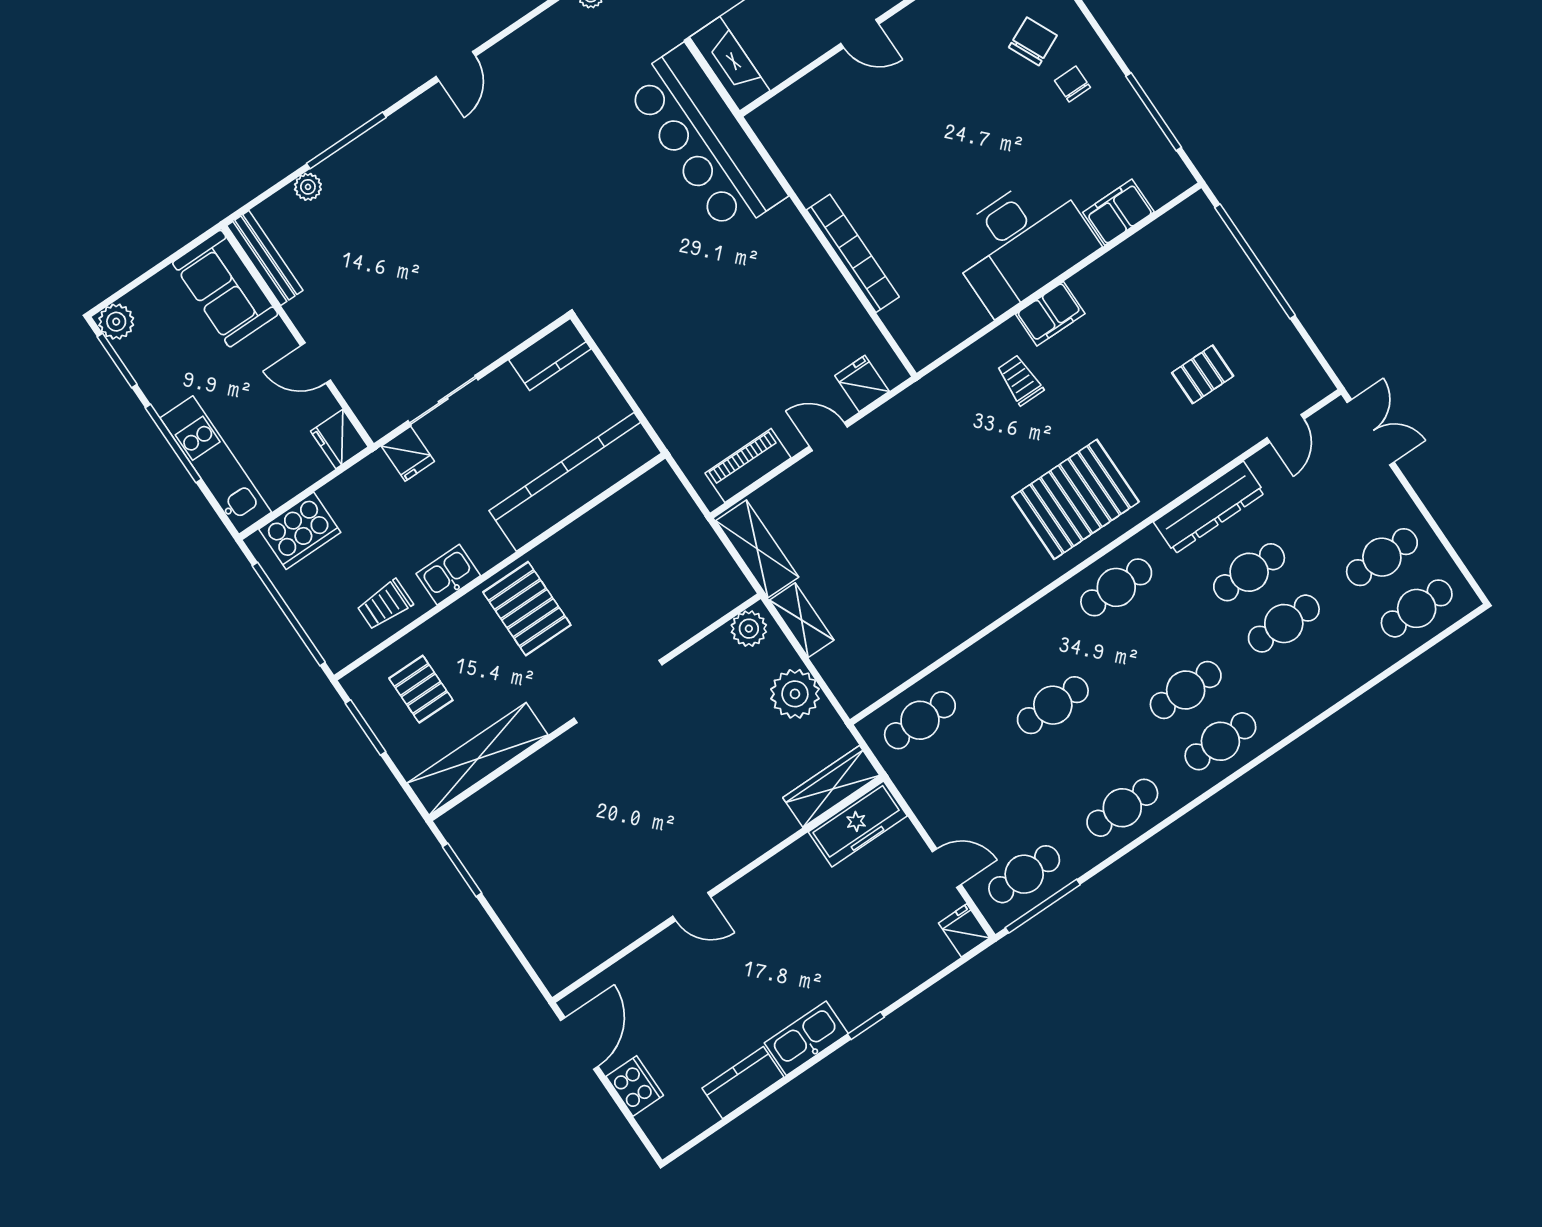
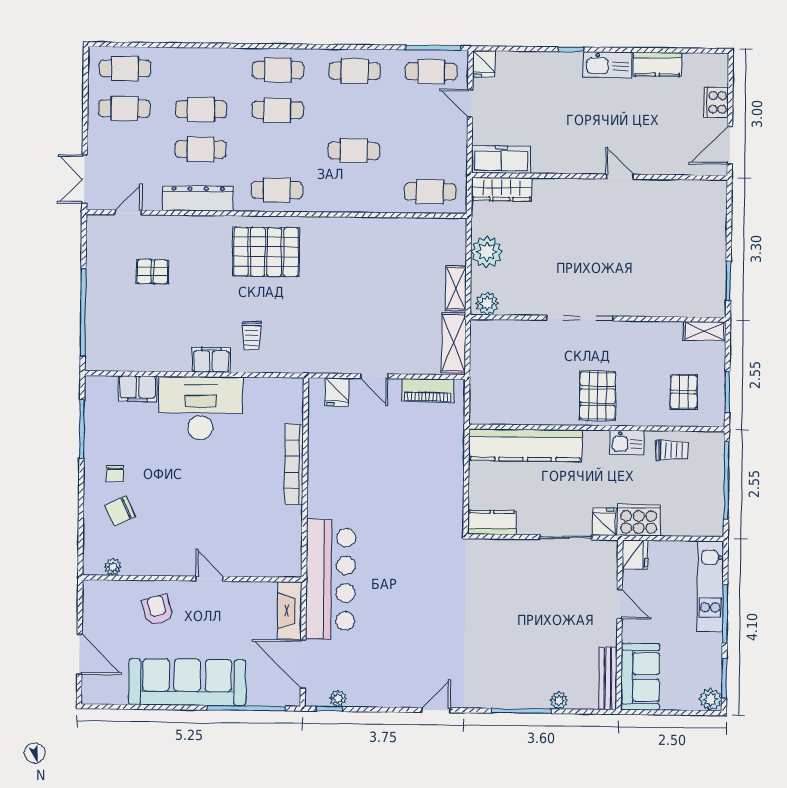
cooker: (300, 531) -> (639, 520), moved
shelving: (478, 759) -> (705, 331), width x0.45, depth x0.75

